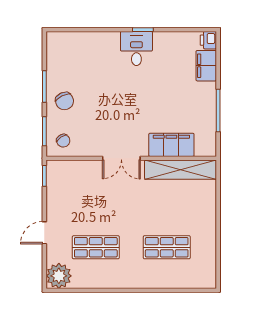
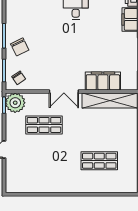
shop shelf: (96, 247) -> (44, 125), moved
plant: (59, 276) -> (15, 103), moved

